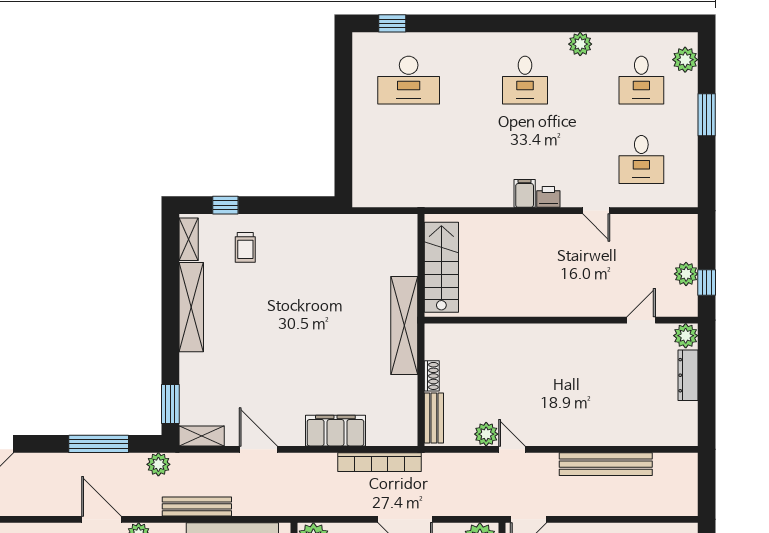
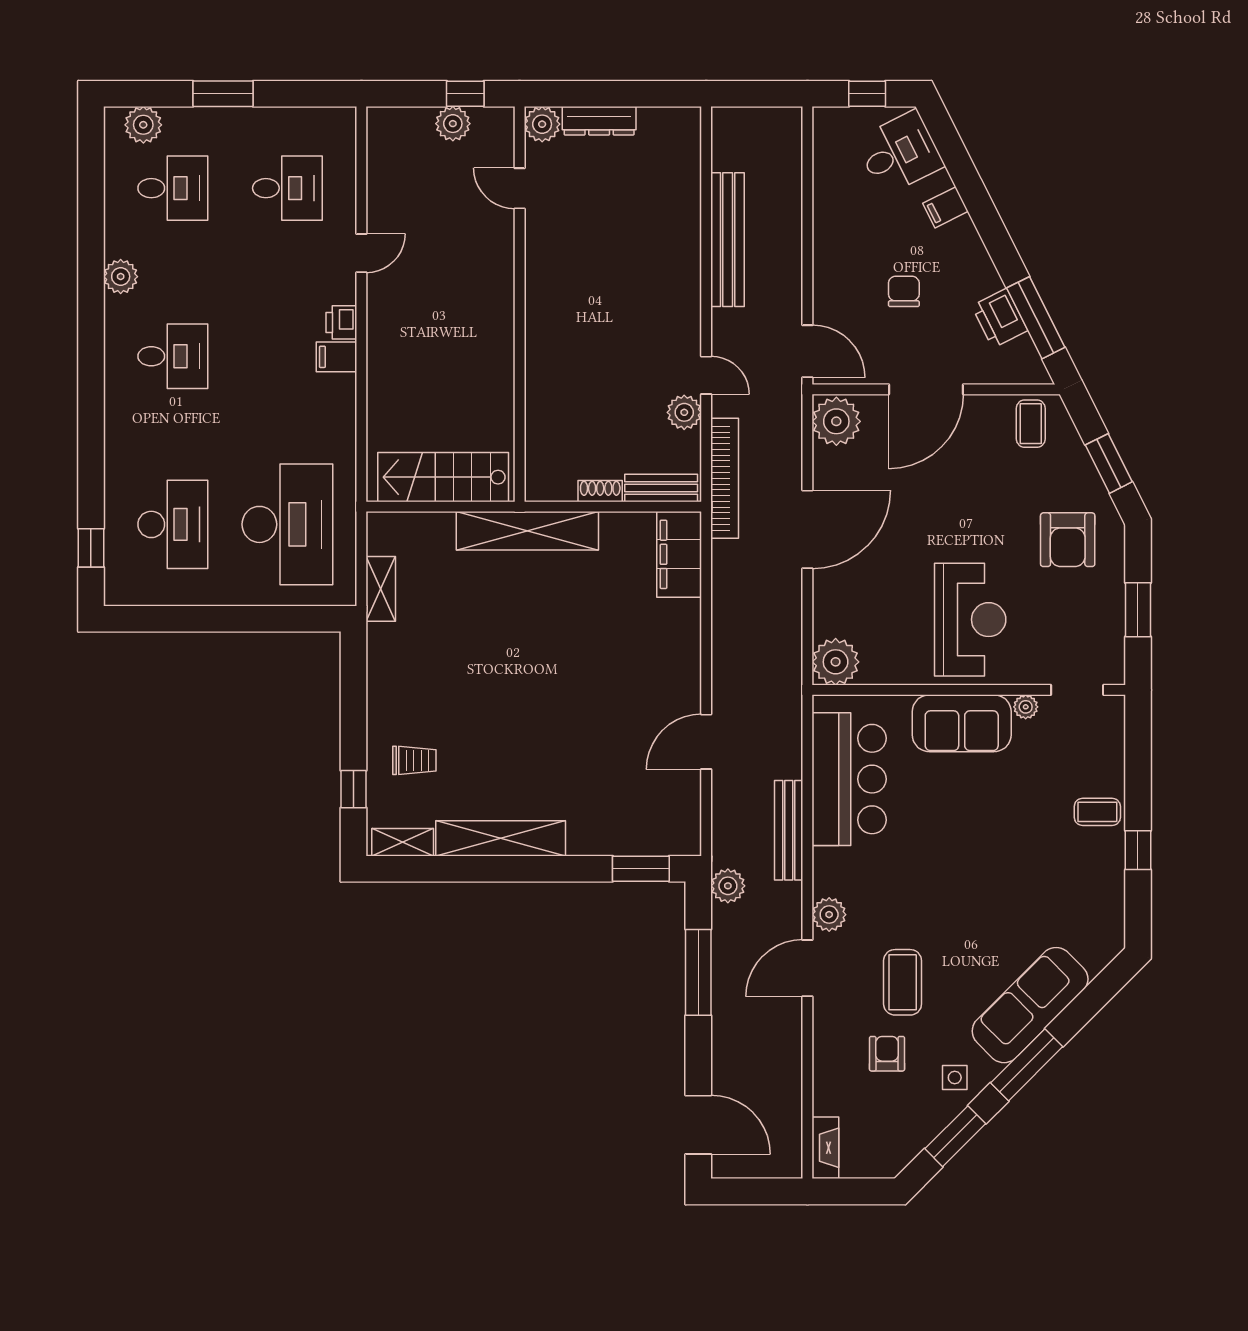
desk: (409, 159) -> (287, 524), added
filing cabinet: (335, 431) -> (679, 554), moved
shelving: (202, 436) -> (381, 589), moved
door: (512, 449) -> (706, 375), swing flipped
bookcase: (380, 462) -> (725, 478), moved

